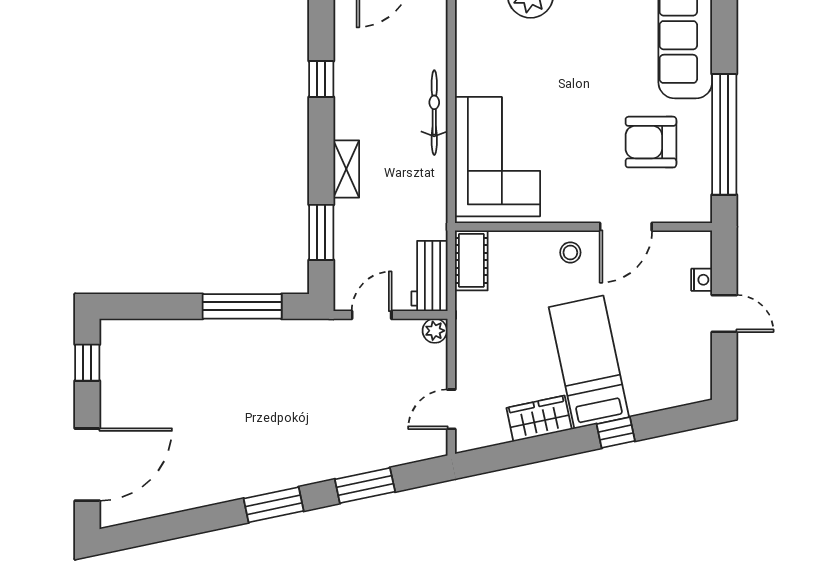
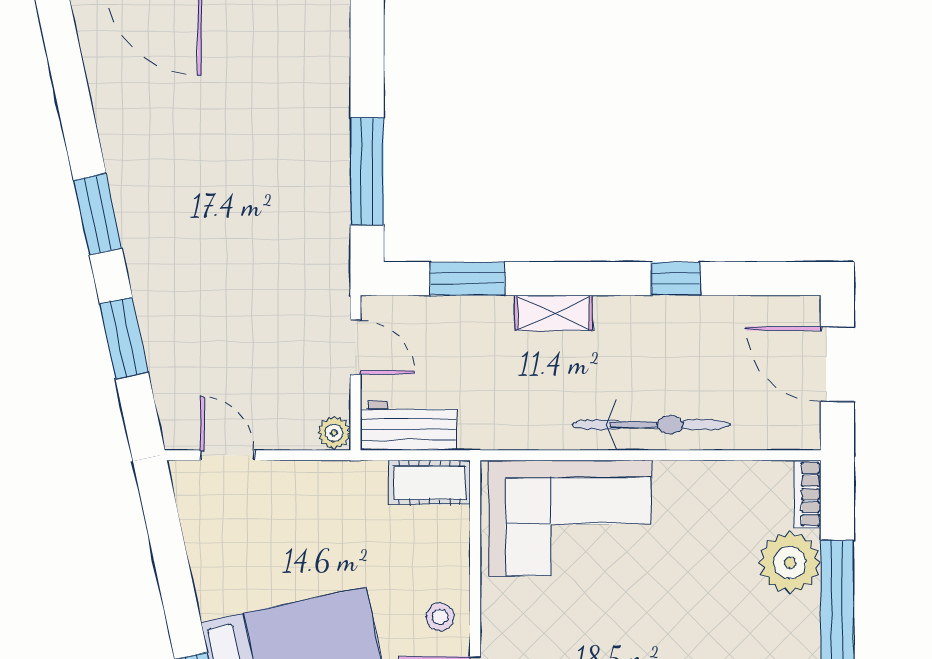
bicycle: (434, 113) -> (651, 425), width x1.37, depth x1.40
wardrobe: (539, 419) -> (215, 574), removed

